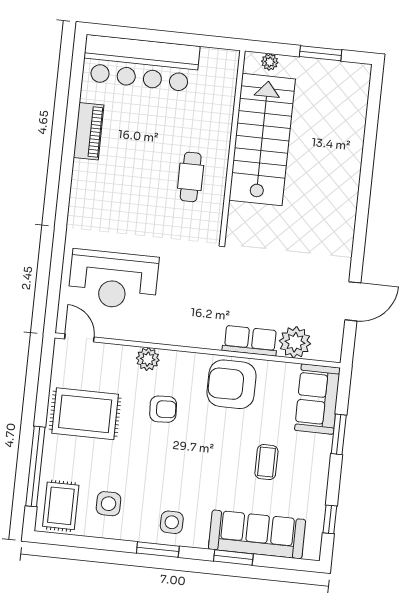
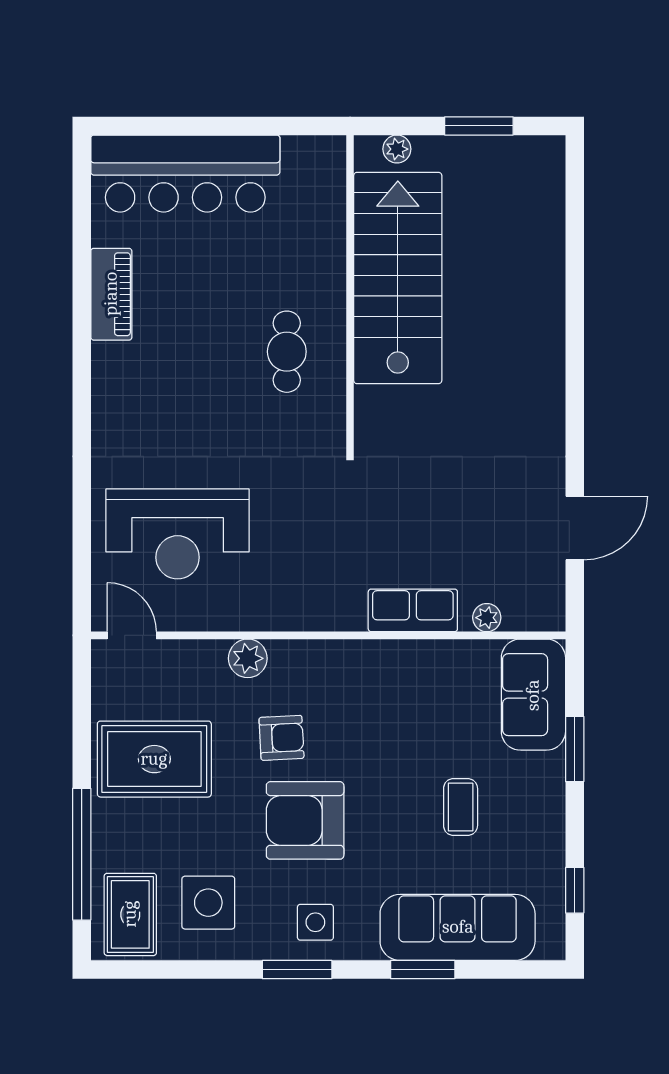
plant: (295, 342) -> (487, 618), width x0.53, depth x0.53
armchair: (232, 384) -> (305, 820), moved
side table: (109, 504) -> (208, 903), width x1.37, depth x1.37

